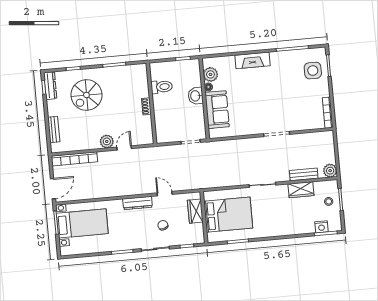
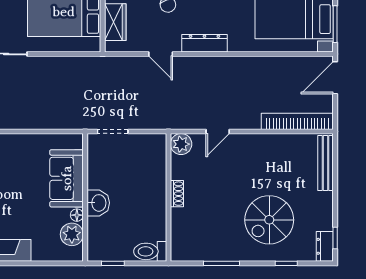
dresser: (50, 86) -> (325, 246), width x0.70
toilet: (162, 87) -> (150, 251), moved
spiral stairs: (86, 95) -> (269, 220), turned 180
bench: (54, 130) -> (325, 163), width x1.36
plant: (107, 141) -> (181, 144), moved

